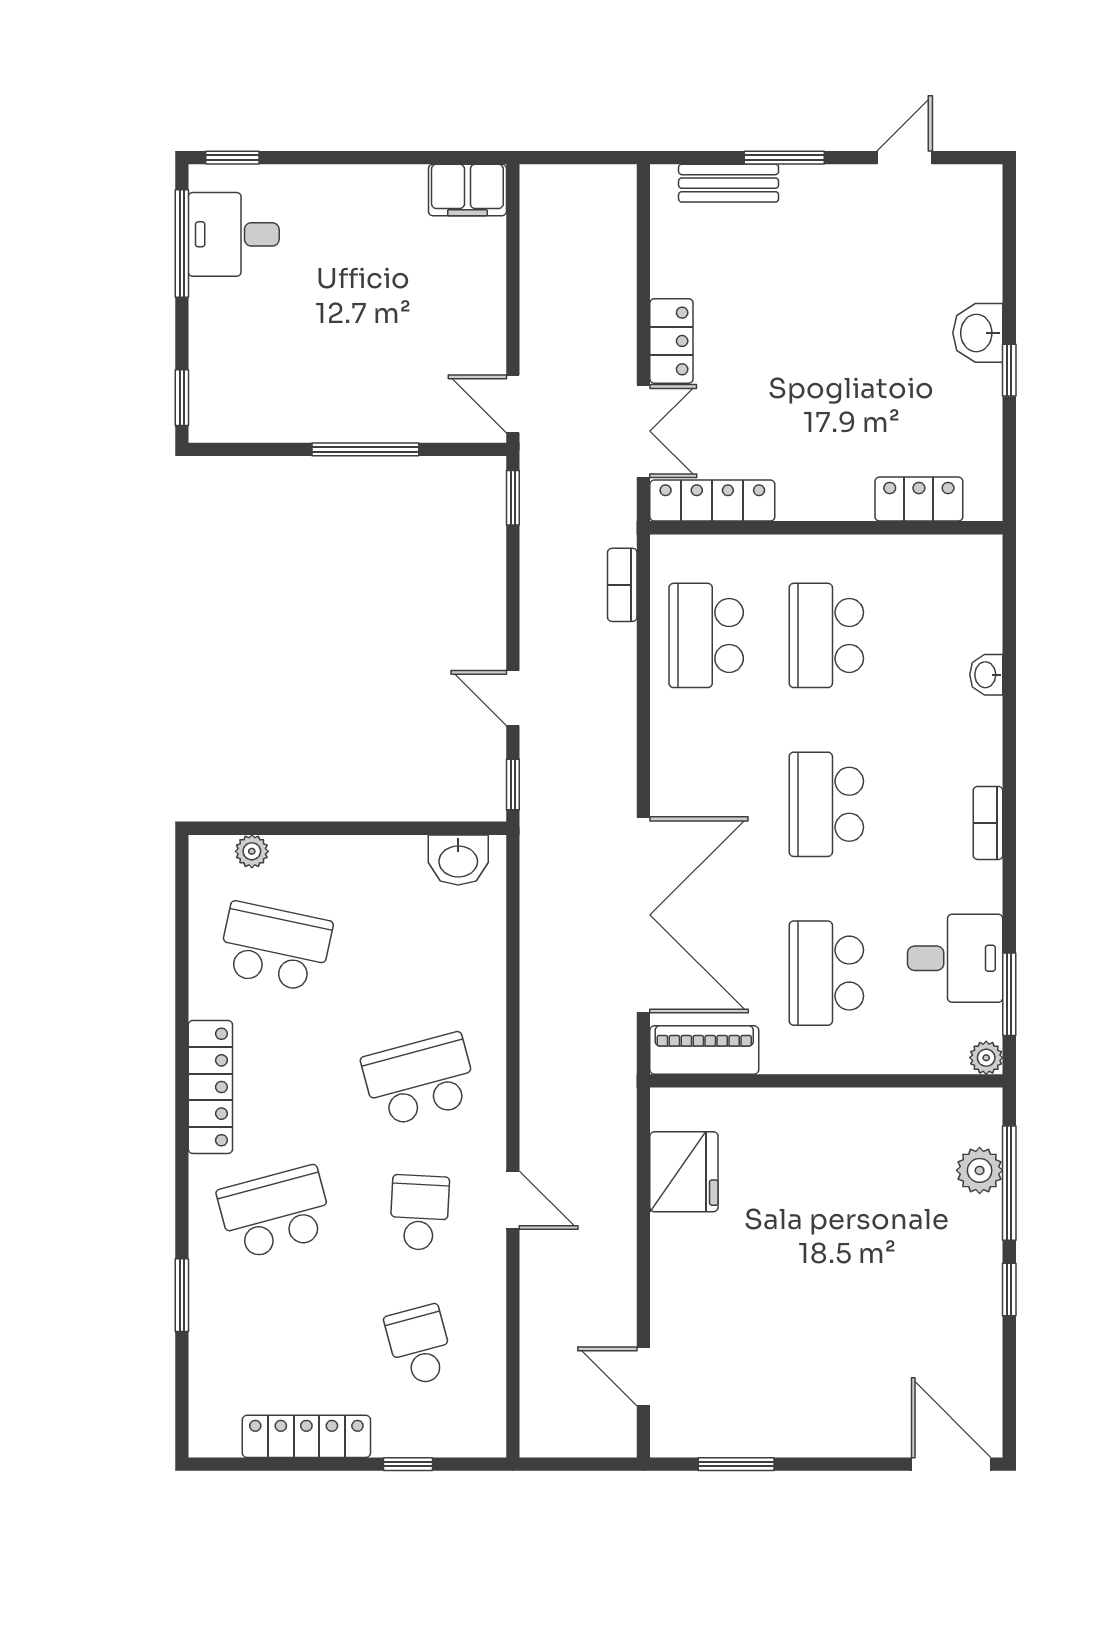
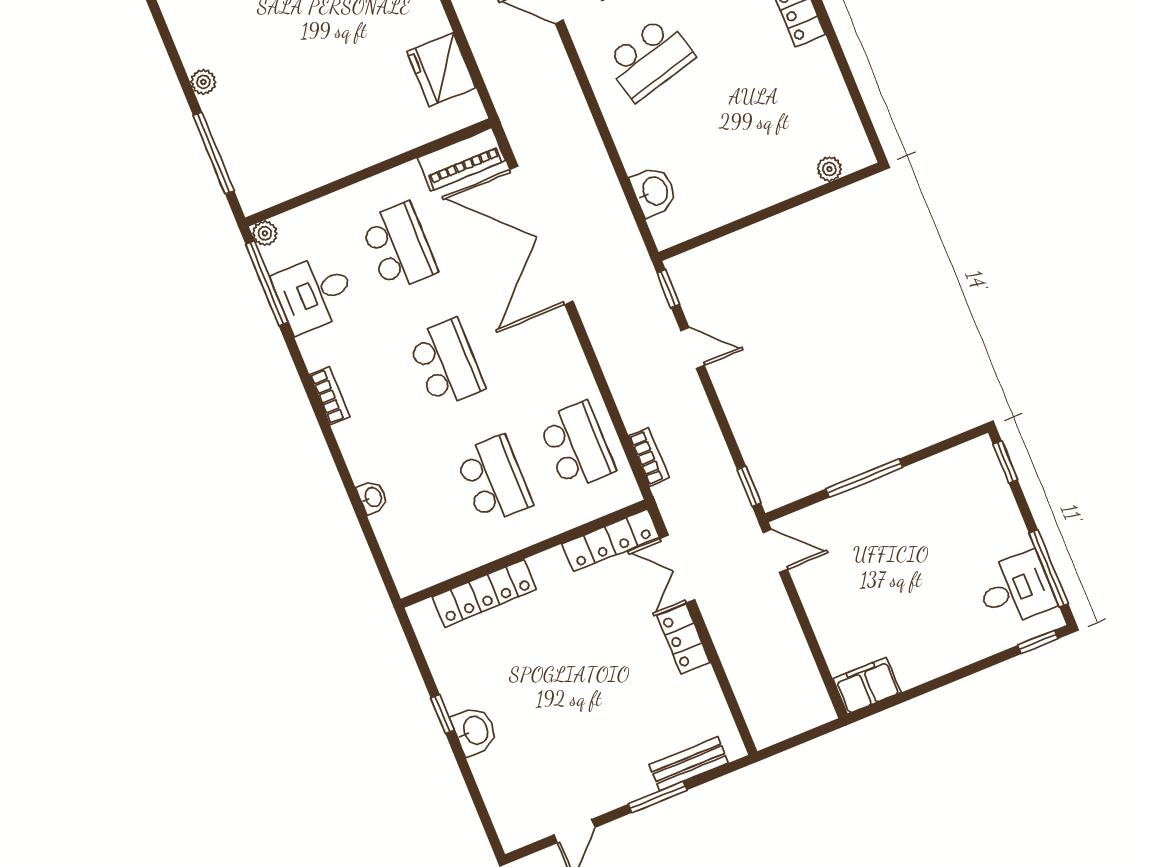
locker: (919, 499) -> (484, 593), width x1.53
washbasin: (458, 860) -> (654, 191), moved, turned 90
school desk: (275, 947) -> (786, 110), removed
window: (1009, 994) -> (267, 283), width x1.44
plant: (980, 1170) -> (203, 82), moved, width x0.73, depth x0.73
window: (1009, 1290) -> (184, 80), removed

